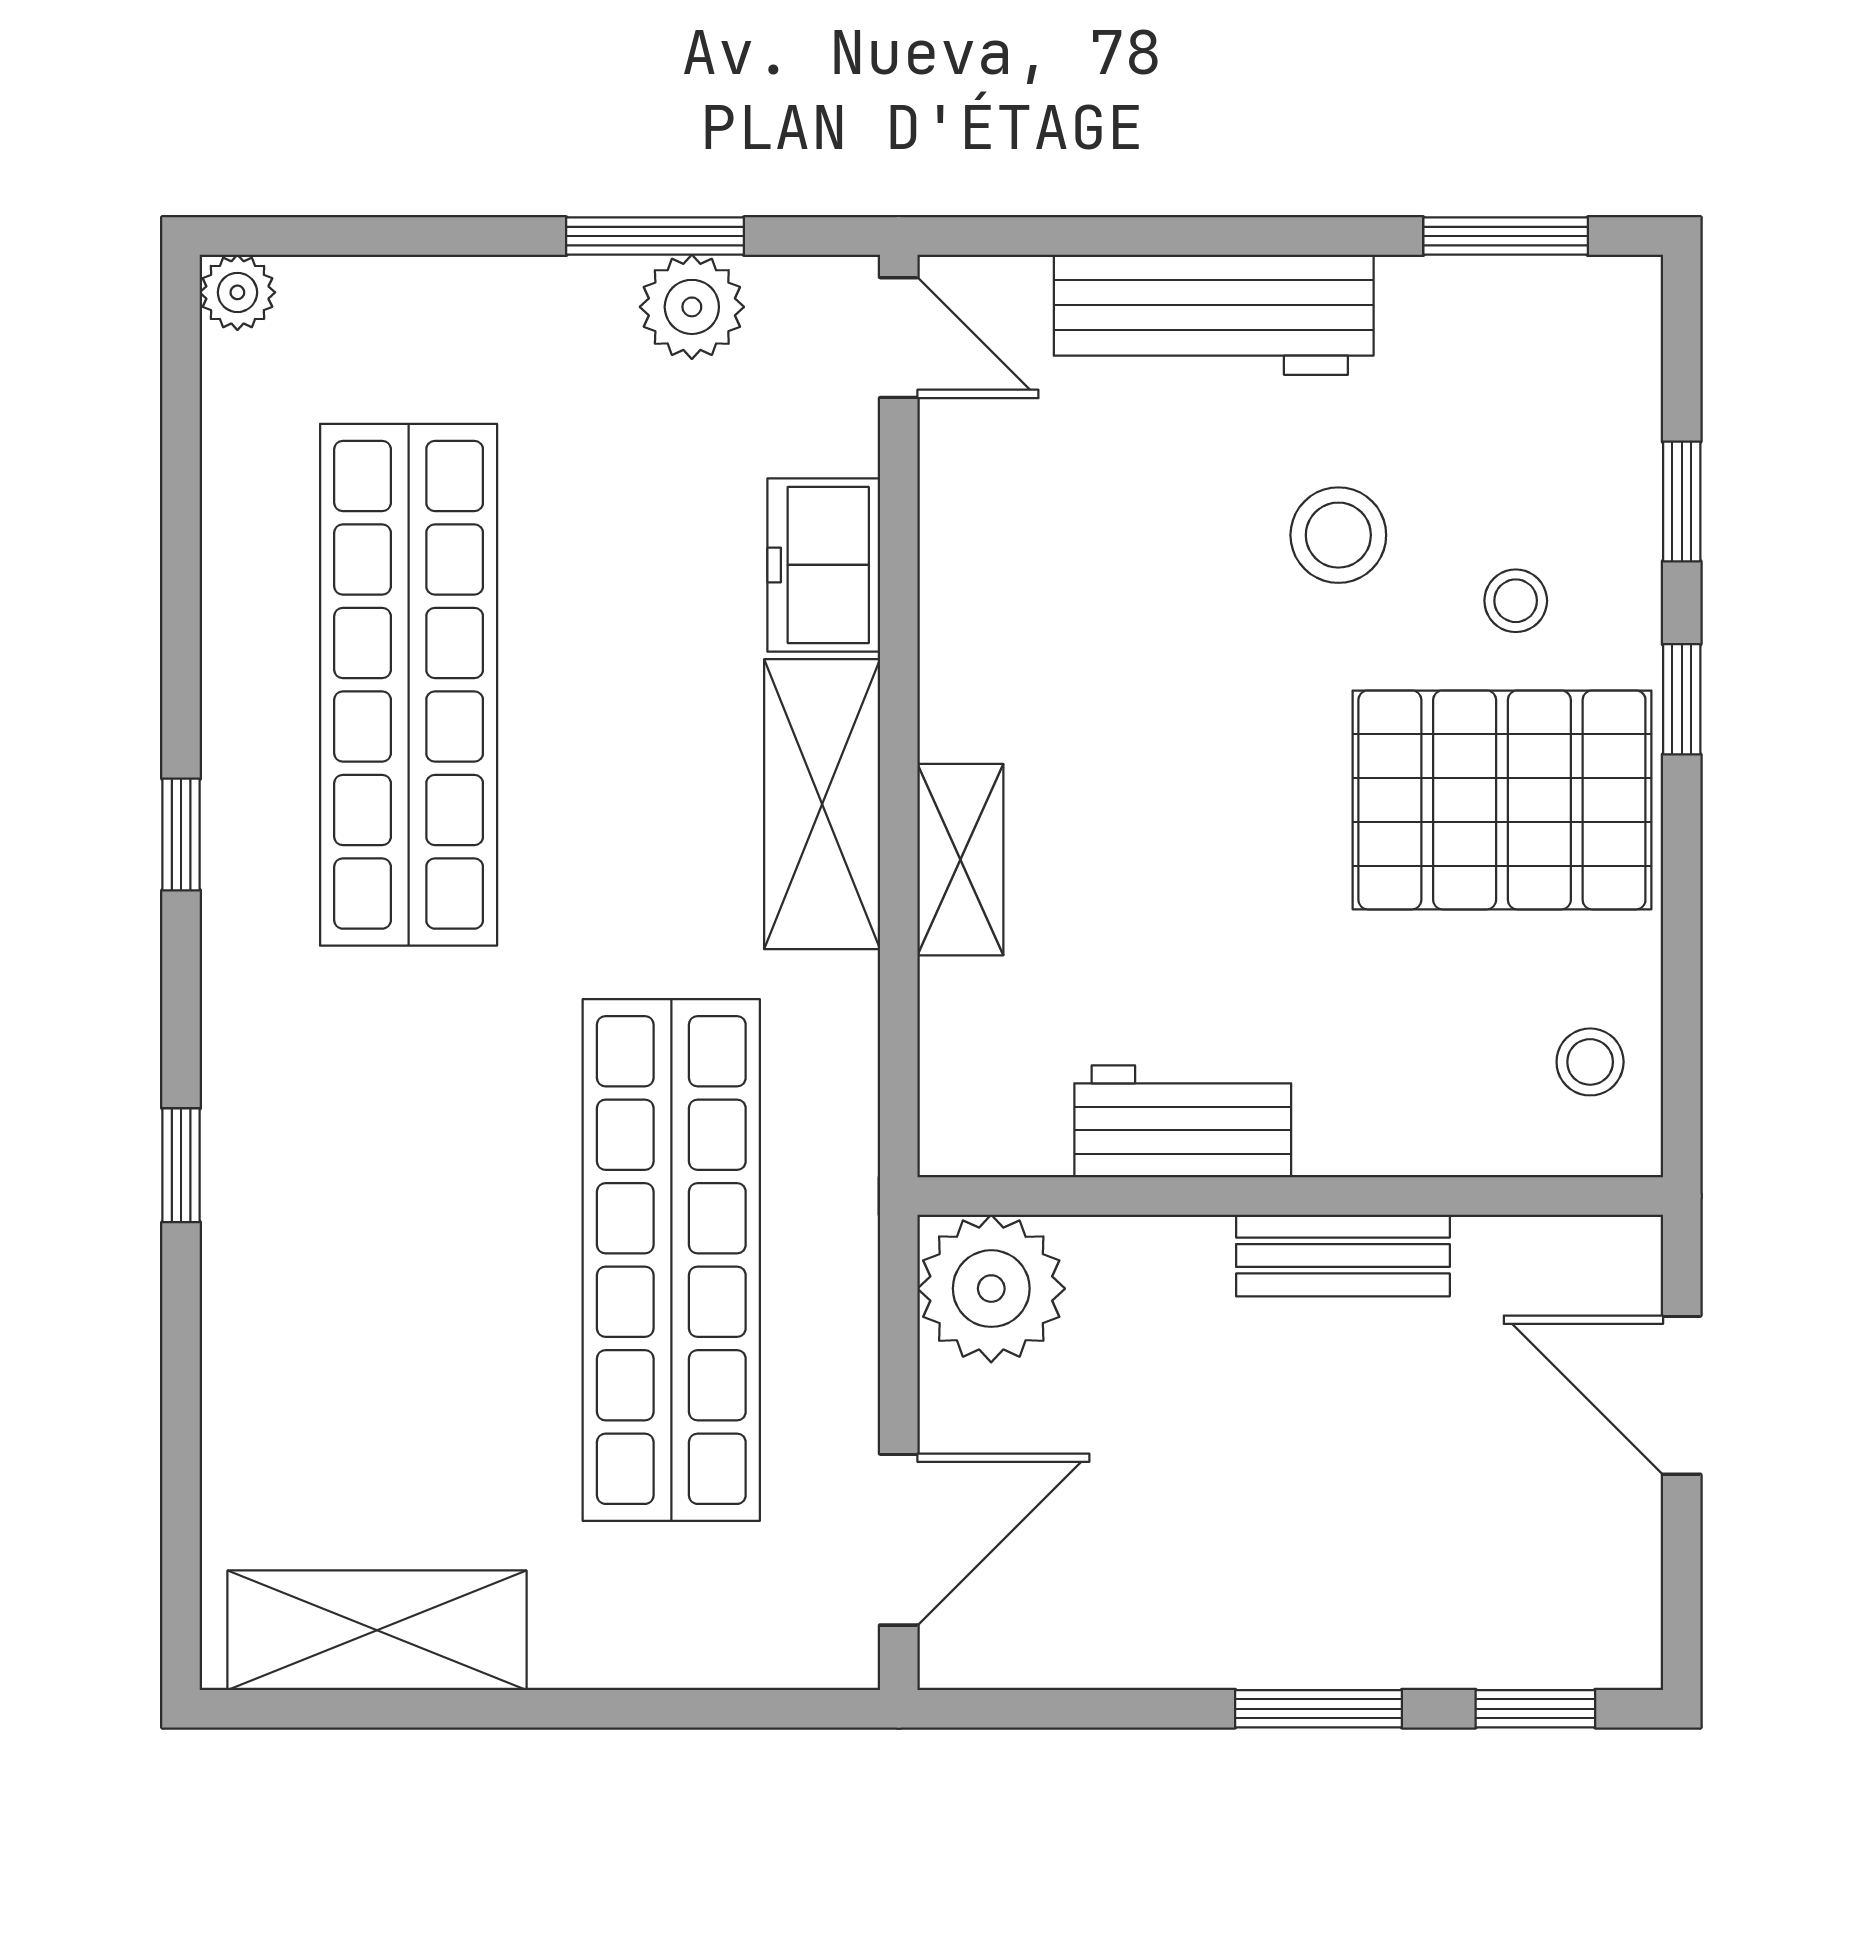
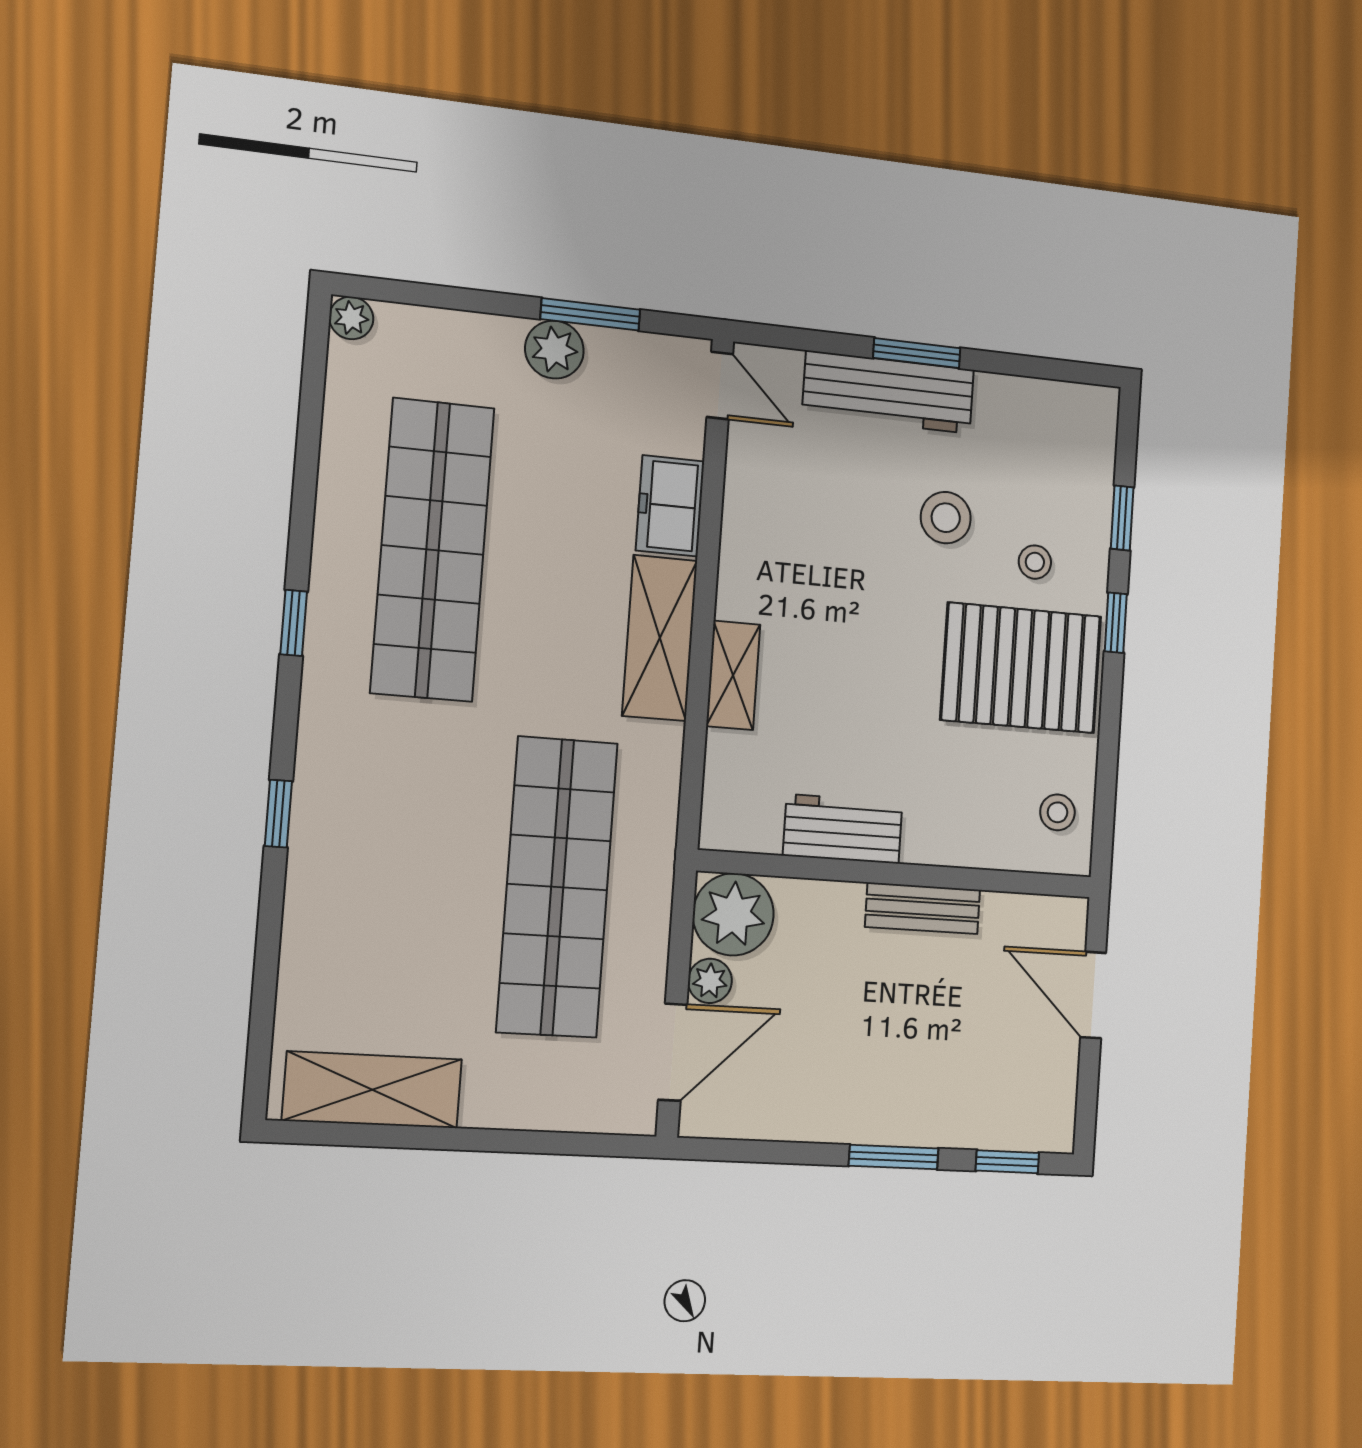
window: (1506, 236) -> (917, 353), moved
plant: (692, 307) -> (554, 350), moved
plant: (957, 1410) -> (710, 981), added

